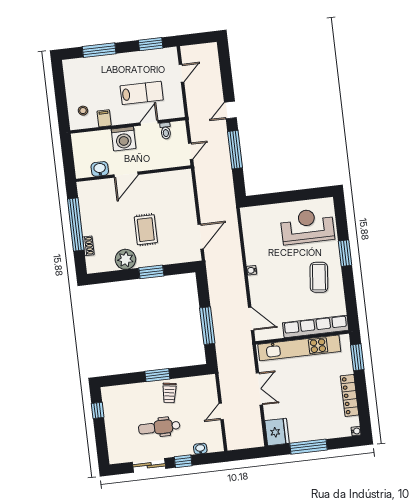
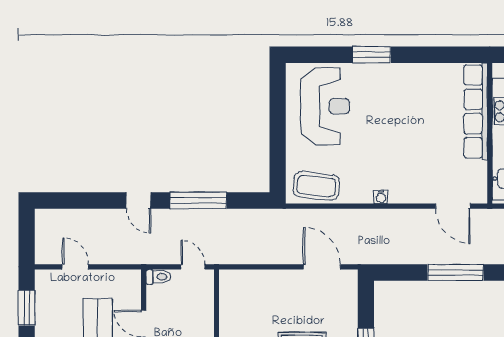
toilet: (166, 131) -> (158, 277), moved
reception desk: (307, 226) -> (325, 106), turned 180
coffee table: (319, 277) -> (316, 186), moved
door: (251, 319) -> (453, 206), swing flipped

